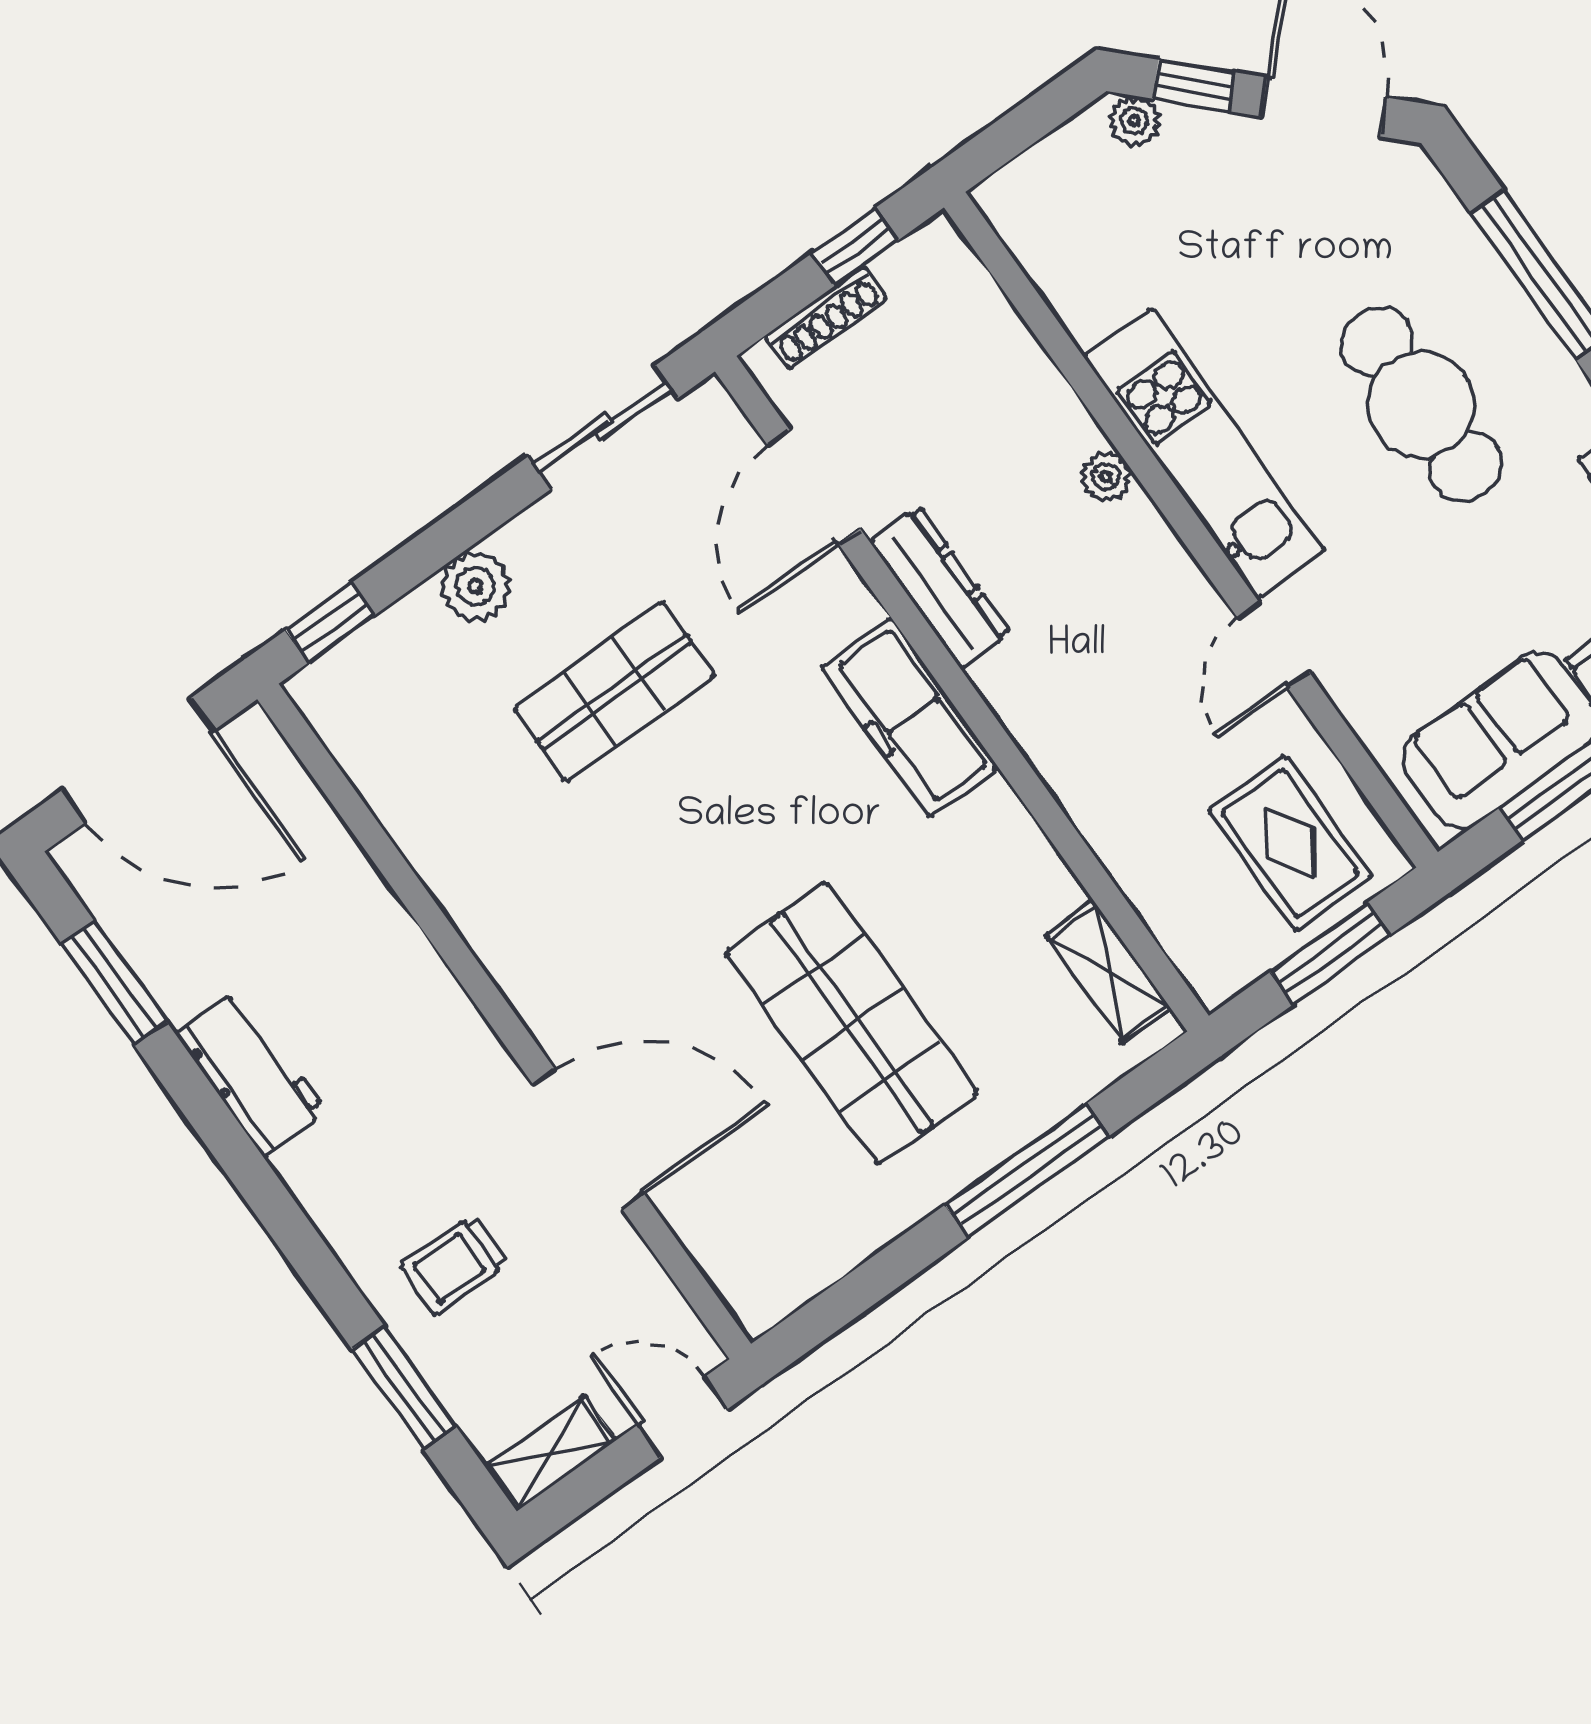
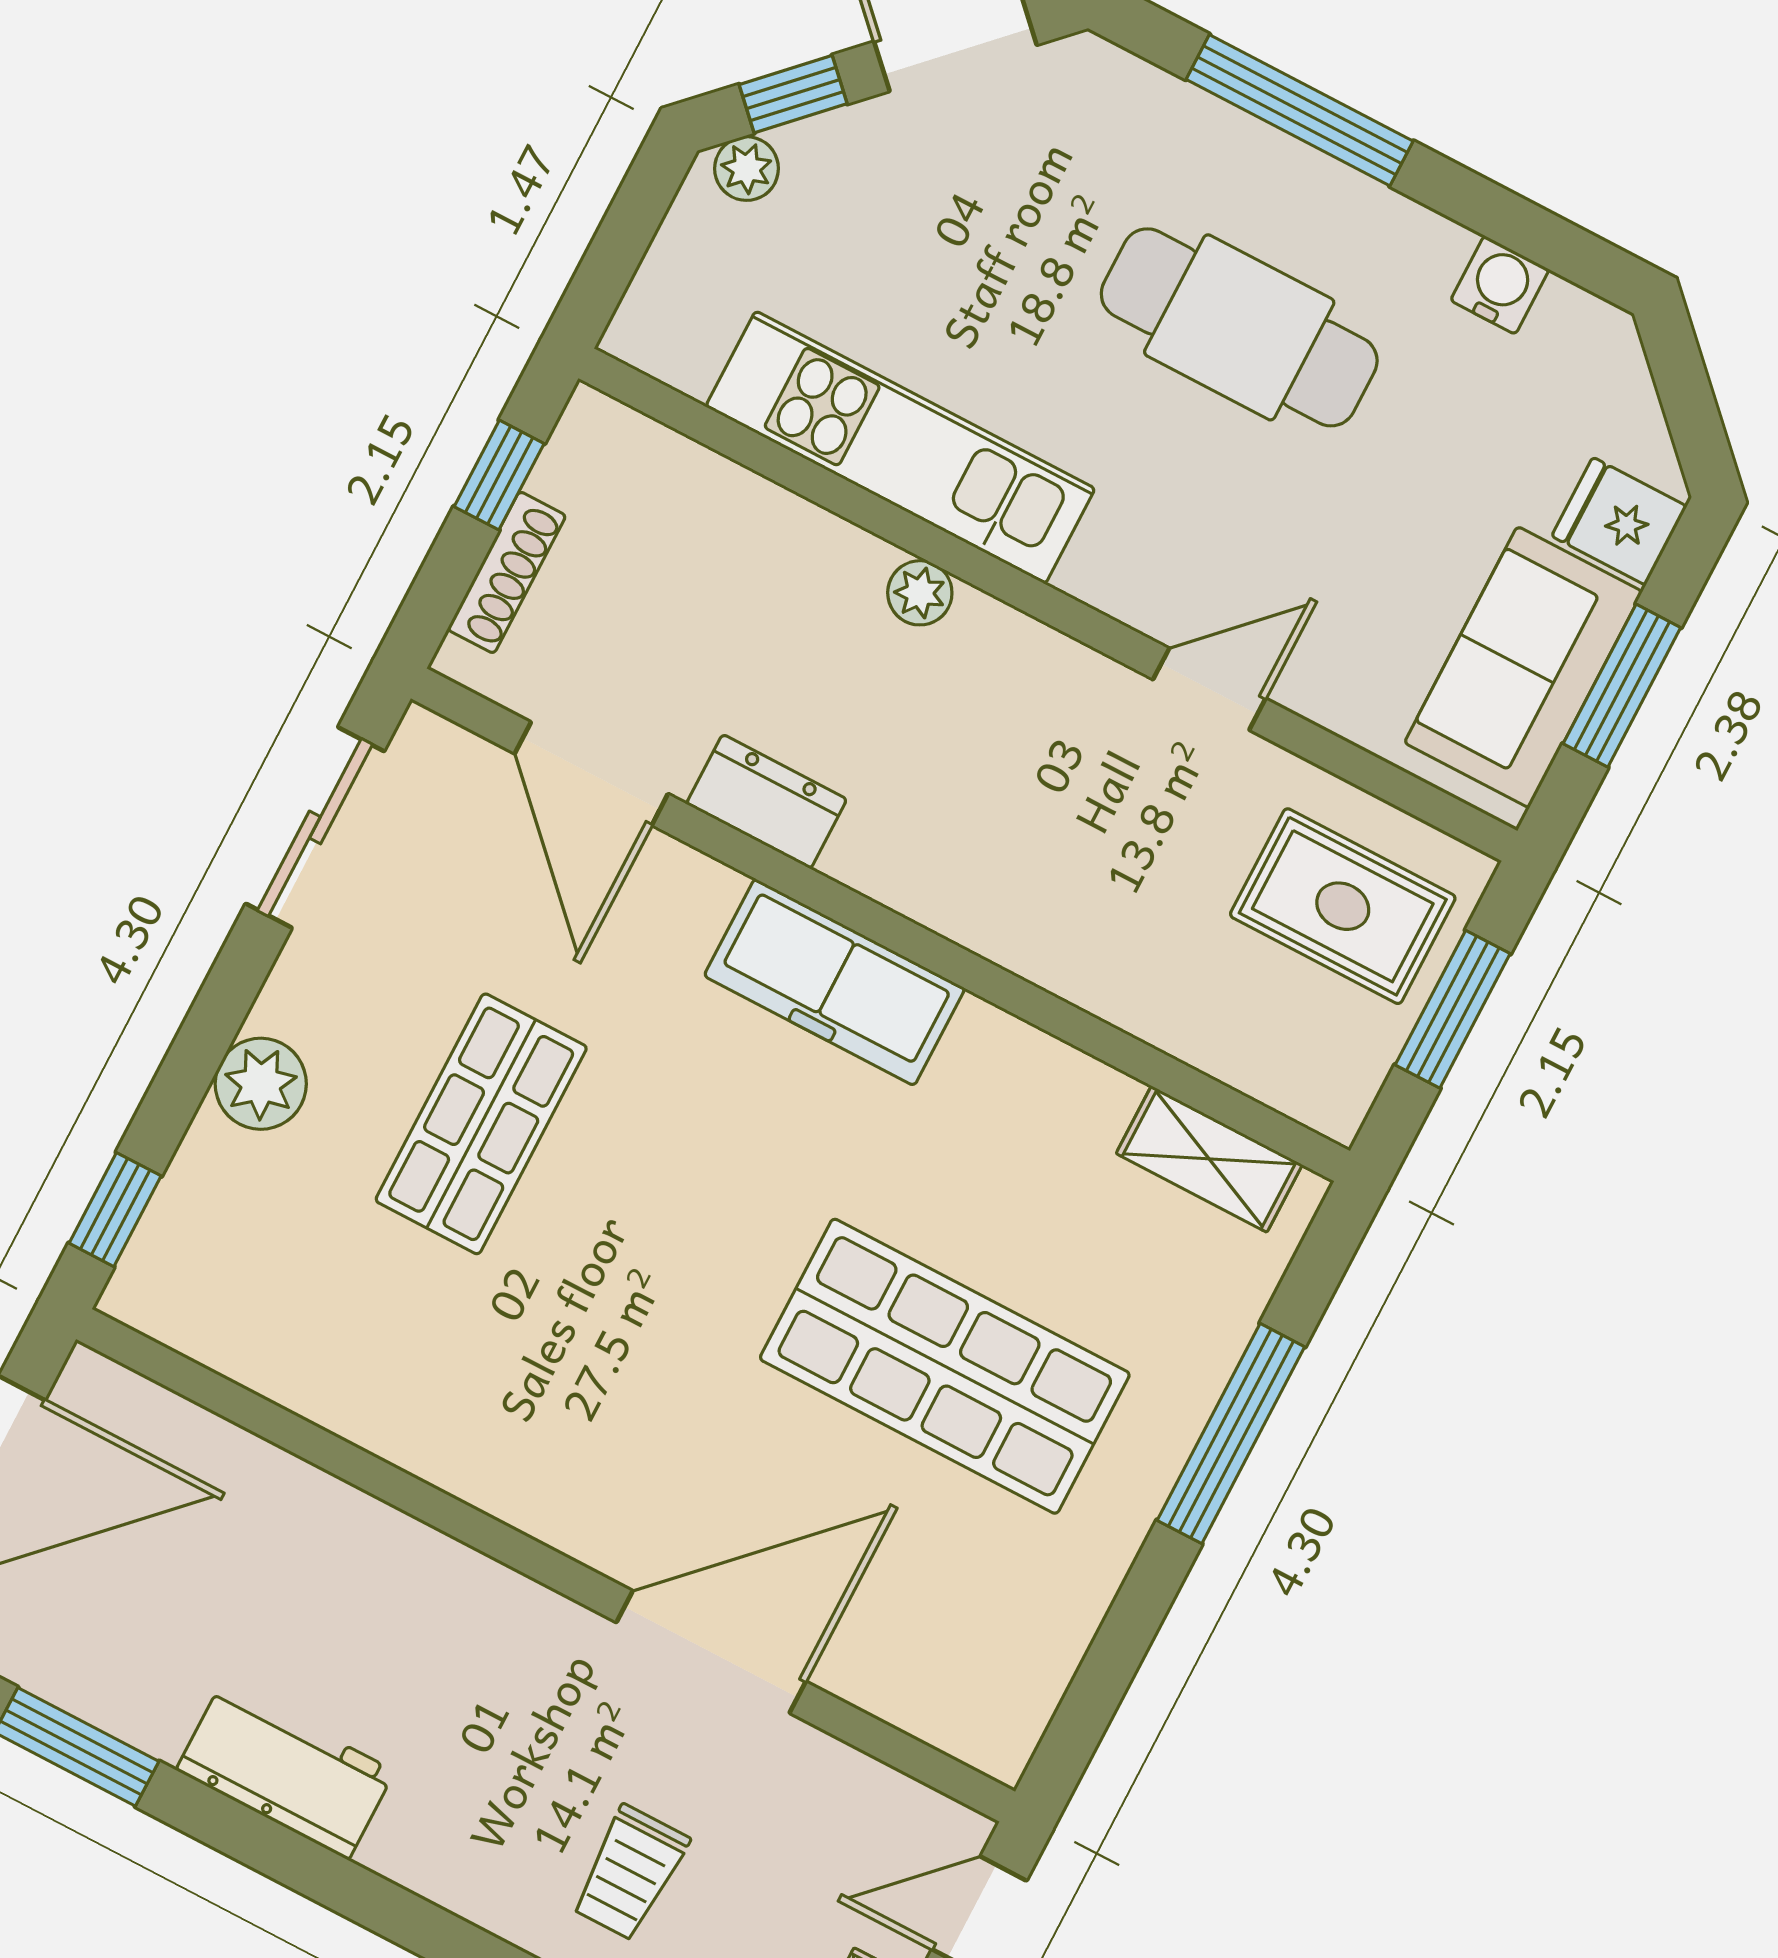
kitchen unit: (1204, 453) -> (900, 447), moved
dresser: (940, 587) -> (767, 802), width x0.70
door: (1273, 645) -> (1209, 689), swing flipped

